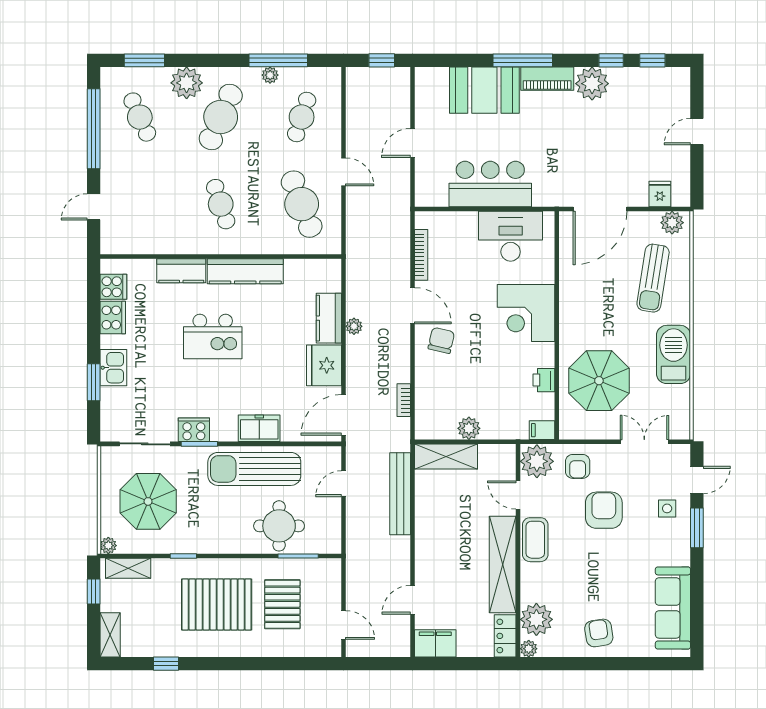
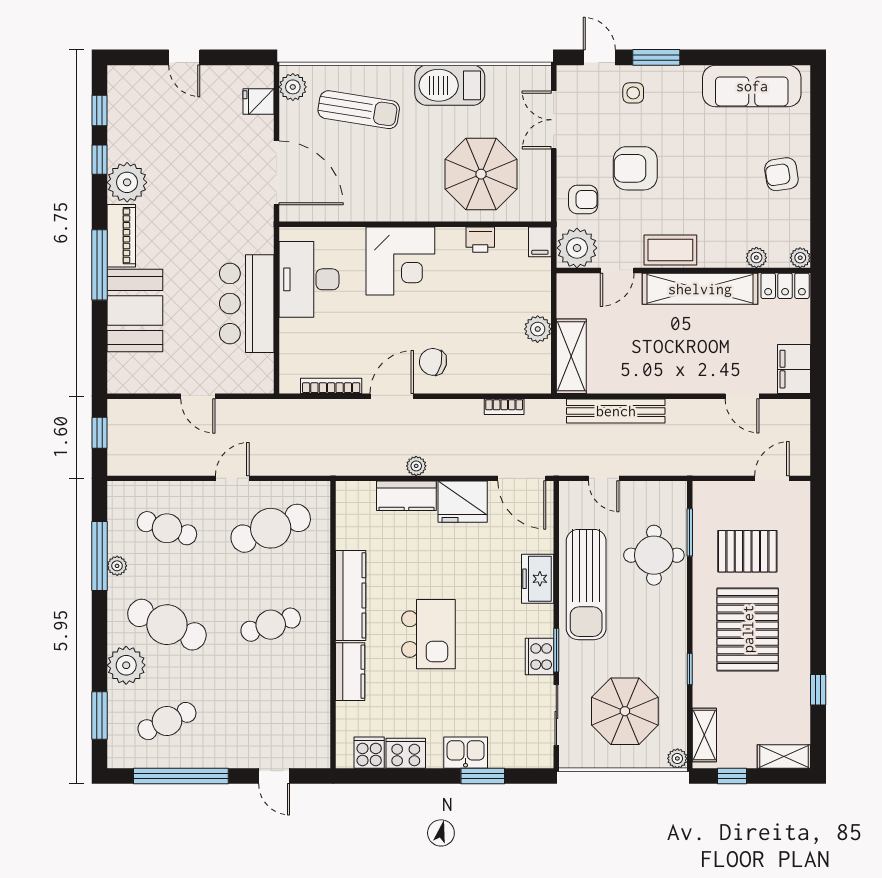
plant: (536, 619) -> (756, 258), width x0.53, depth x0.53

